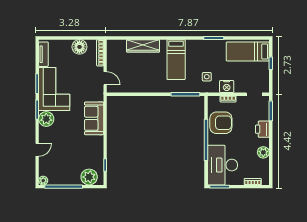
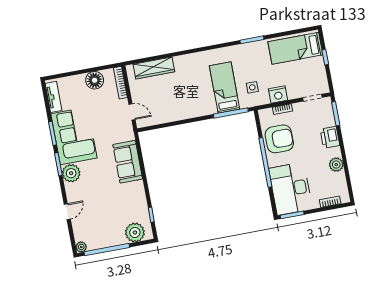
wardrobe: (143, 46) -> (154, 68), moved
bed: (176, 60) -> (225, 87), moved, turned 180

